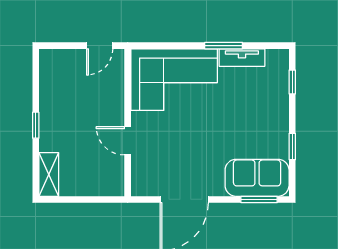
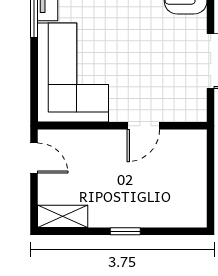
shelving: (49, 174) -> (63, 216), moved

